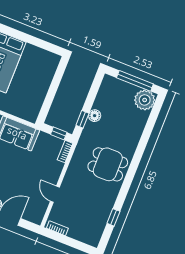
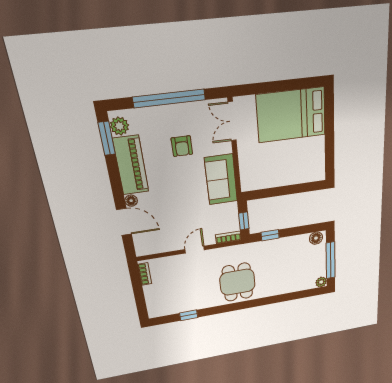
plant: (145, 100) -> (321, 282), width x0.53, depth x0.53
floor lamp: (95, 116) -> (316, 238), moved
door: (55, 194) -> (195, 250), moved

